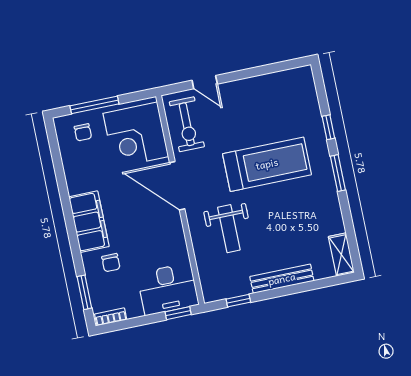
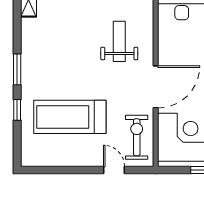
treadmill: (267, 164) -> (70, 117), moved
door: (177, 186) -> (156, 87), hinge flipped

